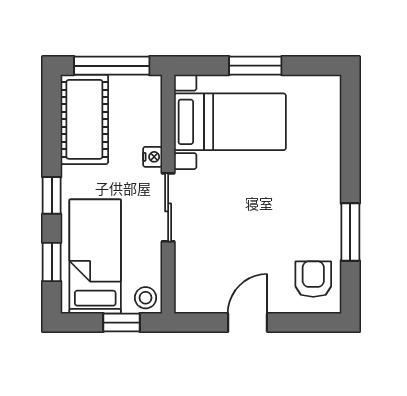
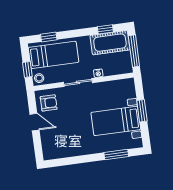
bed with nightstands: (230, 122) -> (116, 121), moved, turned 90
window: (52, 195) -> (105, 29), moved
window: (350, 232) -> (116, 155), moved
armchair: (313, 279) -> (49, 103), moved

